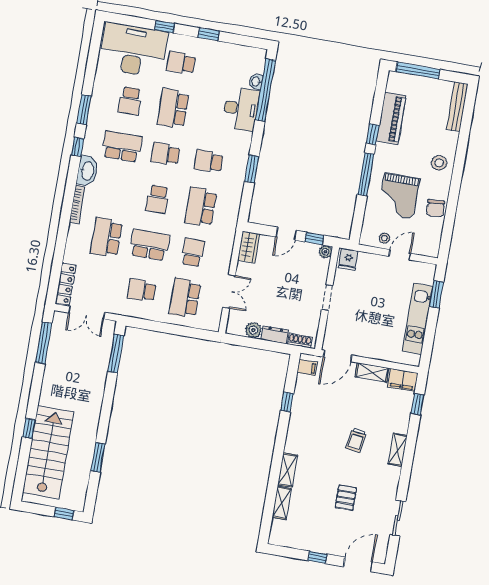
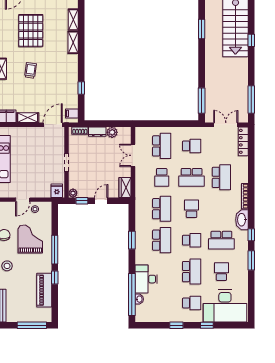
school desk: (209, 161) -> (162, 240), width x1.85
pallet: (346, 498) -> (31, 31), width x2.05, depth x2.00

